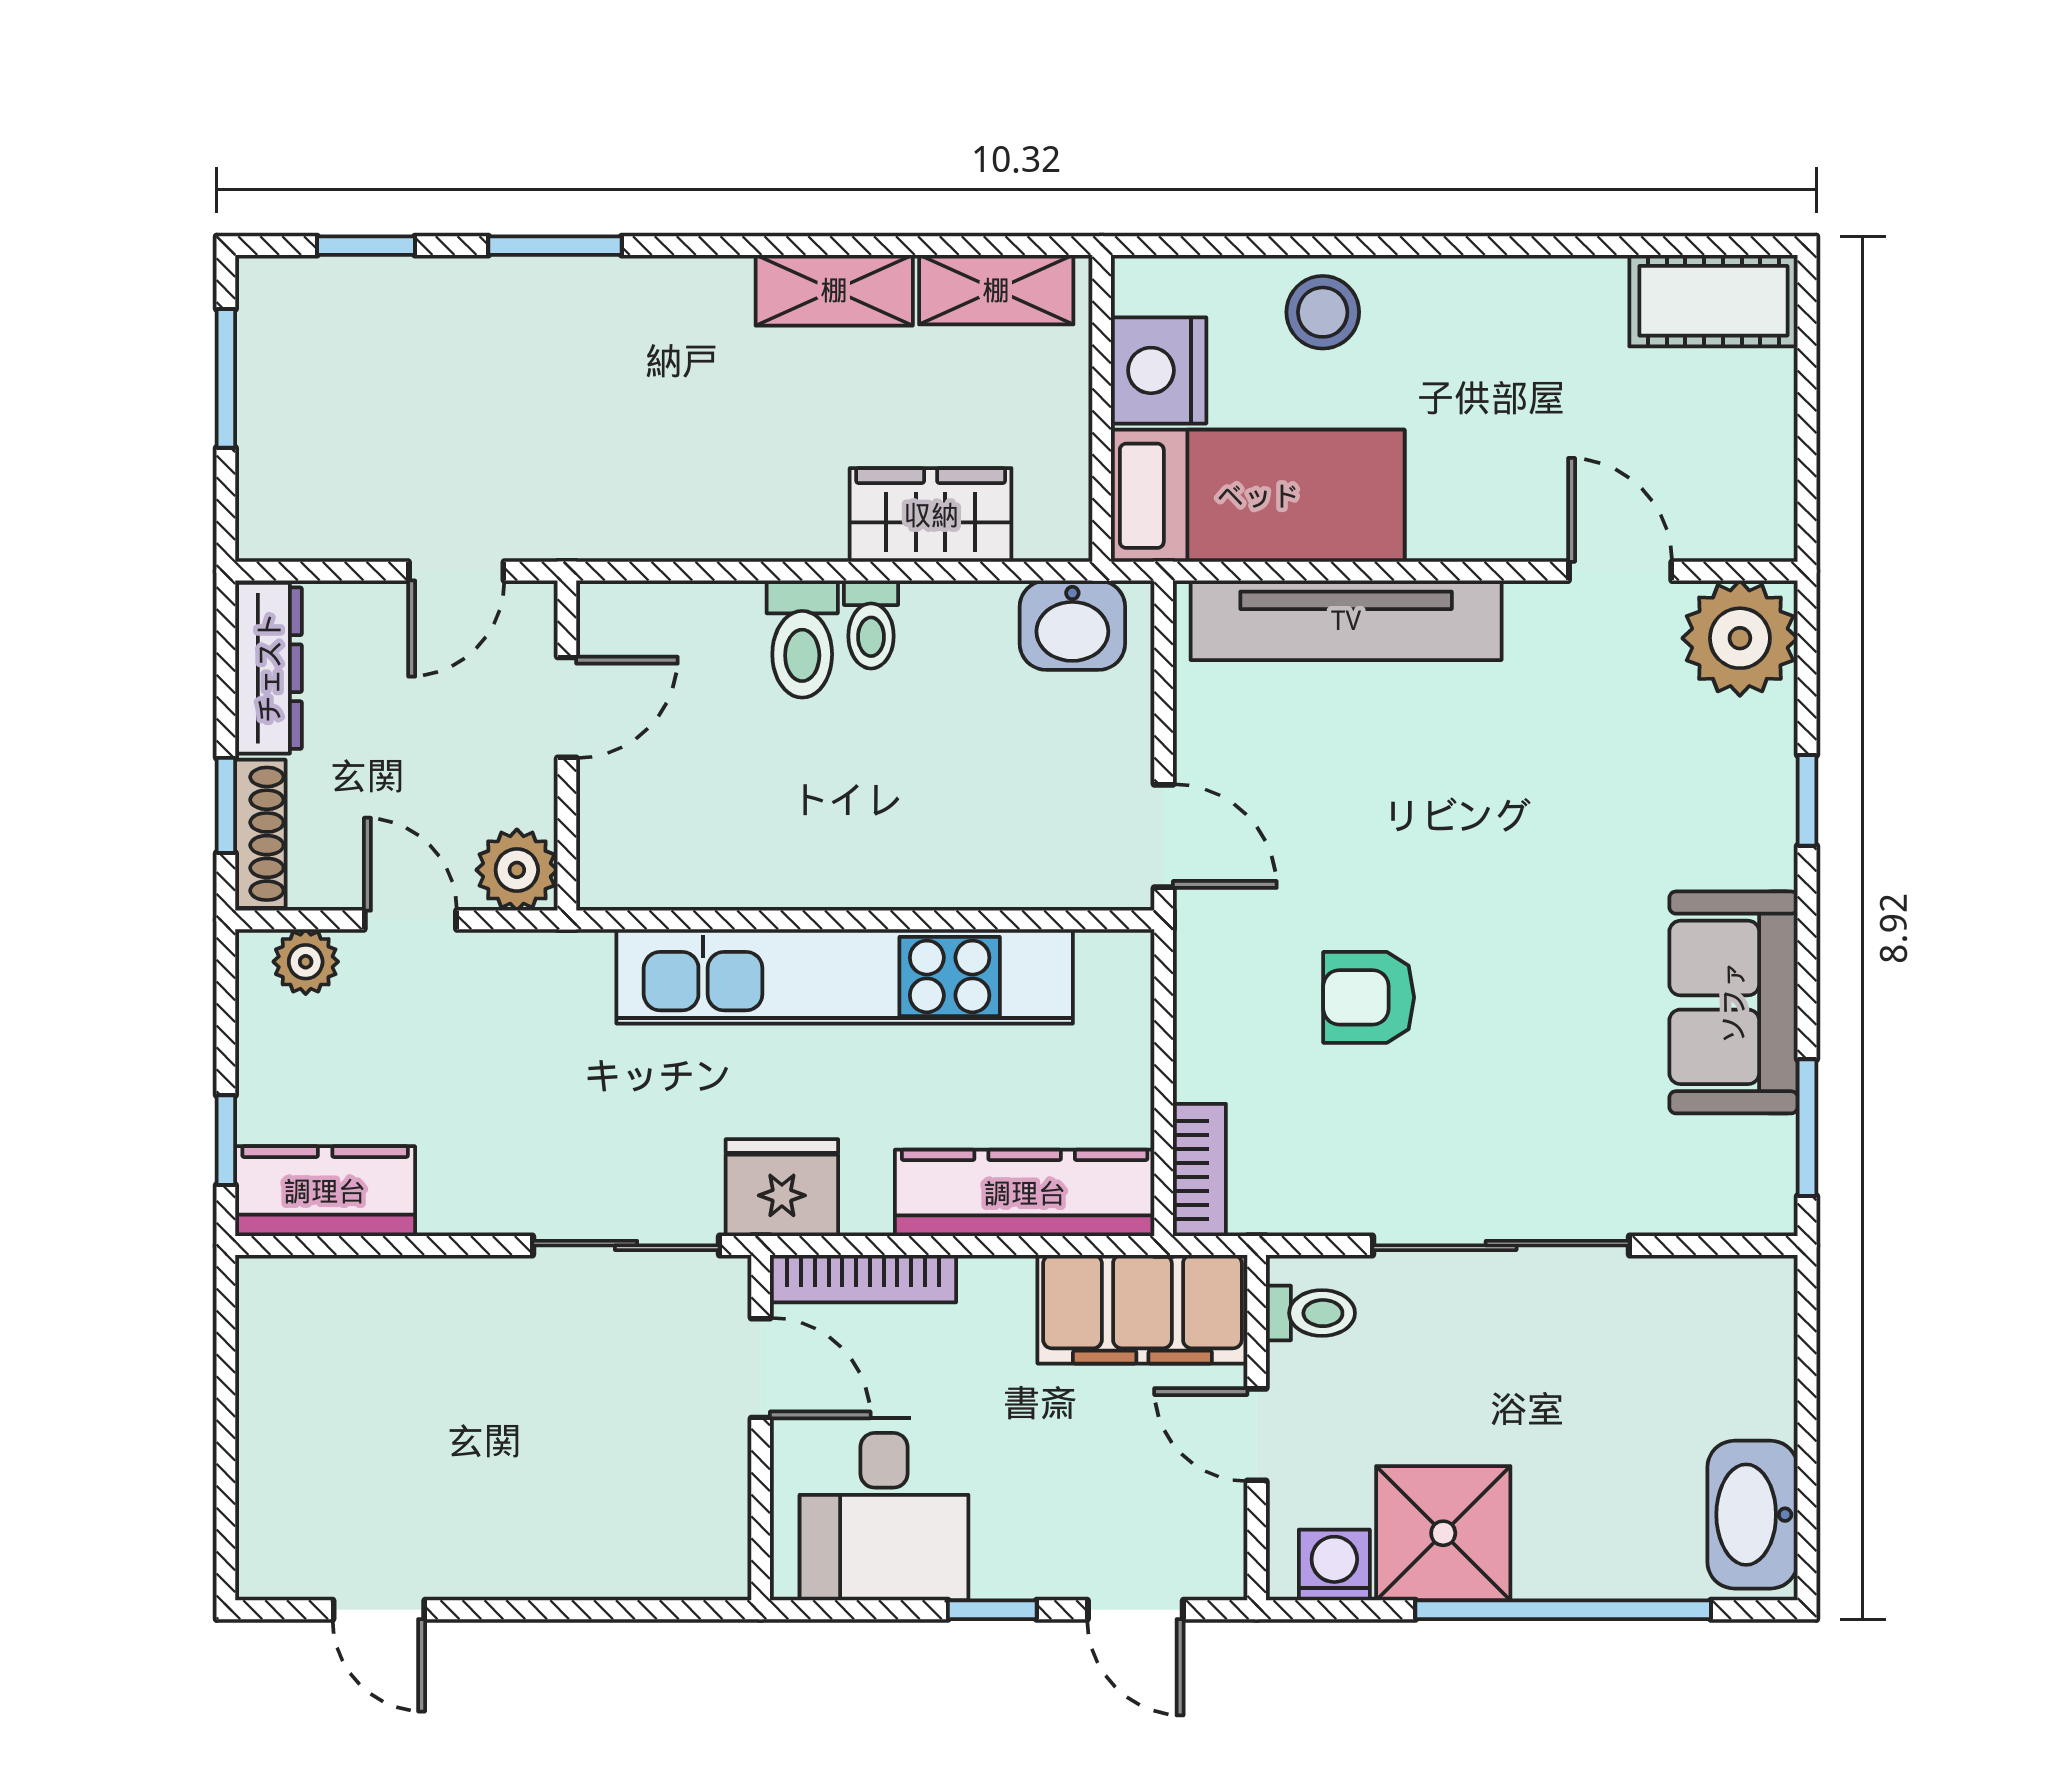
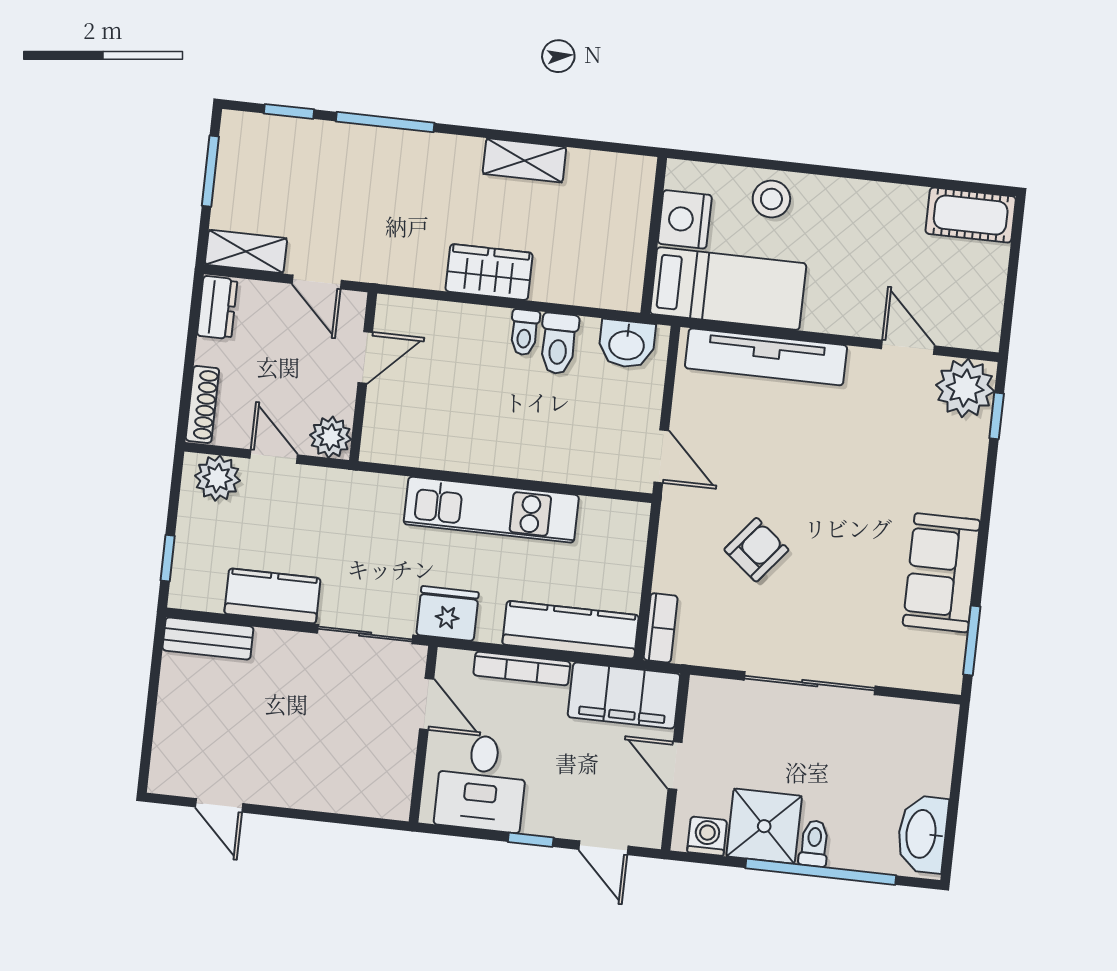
window: (555, 246) -> (385, 122), width x1.44
shelving: (996, 290) -> (246, 251), moved
wardrobe: (931, 515) -> (489, 272), moved
door: (456, 571) -> (317, 282), hinge flipped
toilet: (802, 639) -> (559, 344), moved
dresser: (269, 668) -> (217, 308), width x0.70
window: (1807, 800) -> (997, 416), moved
window: (226, 805) -> (186, 388), removed
plant: (306, 962) -> (218, 478), width x1.38, depth x1.38
kitchen unit: (845, 976) -> (491, 510), width x0.73
armchair: (1369, 997) -> (756, 550), turned 129
kitchen counter: (325, 1191) -> (272, 596), moved
bookcase: (863, 1279) -> (522, 668), moved
bench: (321, 1288) -> (208, 638), added
toilet: (1310, 1313) -> (814, 843), moved, turned -90

